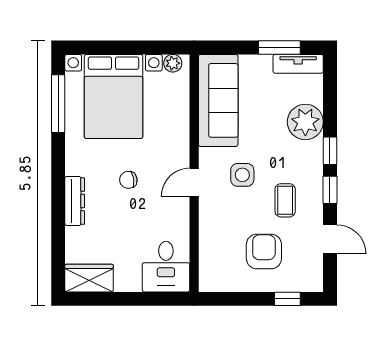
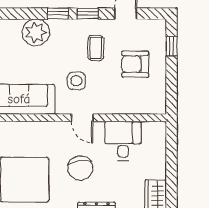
chair: (128, 180) -> (80, 168), width x1.87, depth x1.87
coffee table: (285, 200) -> (96, 48), turned 90
desk: (166, 267) -> (123, 141), moved, turned -90

